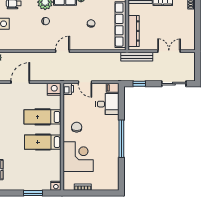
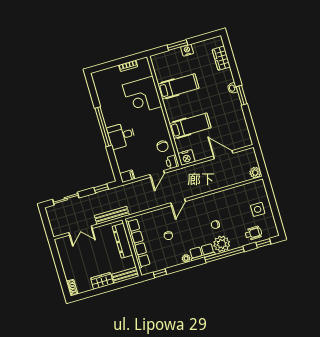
door: (62, 51) -> (178, 202), moved
door: (20, 82) -> (223, 155), swing flipped
door: (85, 82) -> (157, 174), swing flipped
desk: (107, 104) -> (121, 136), moved
chair: (77, 127) -> (163, 146), moved
hospital bed: (43, 142) -> (178, 86), moved
nightstand: (56, 186) -> (187, 50), moved

